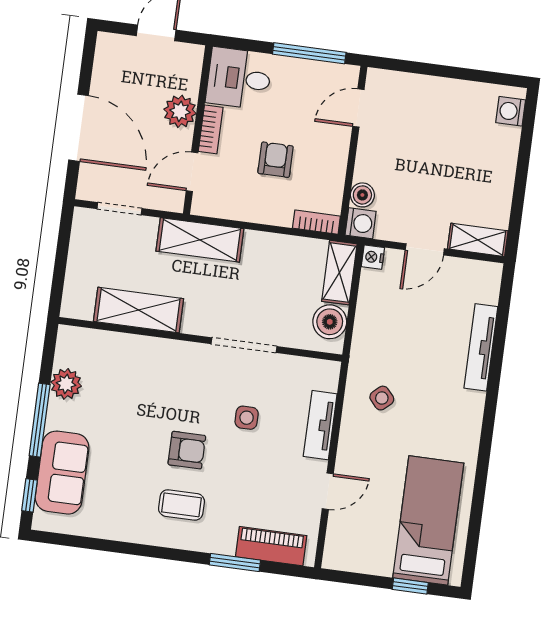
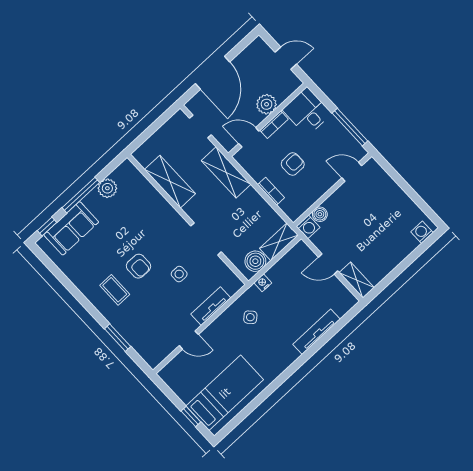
bookcase: (316, 222) -> (271, 191), moved
nightstand: (373, 257) -> (263, 283), moved
piano: (271, 546) -> (141, 344), removed

